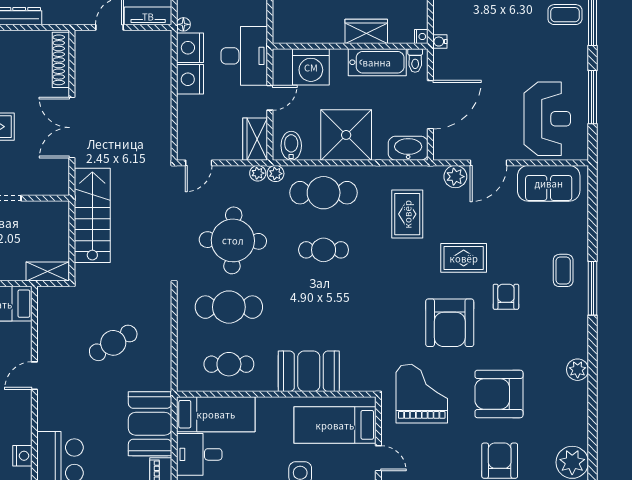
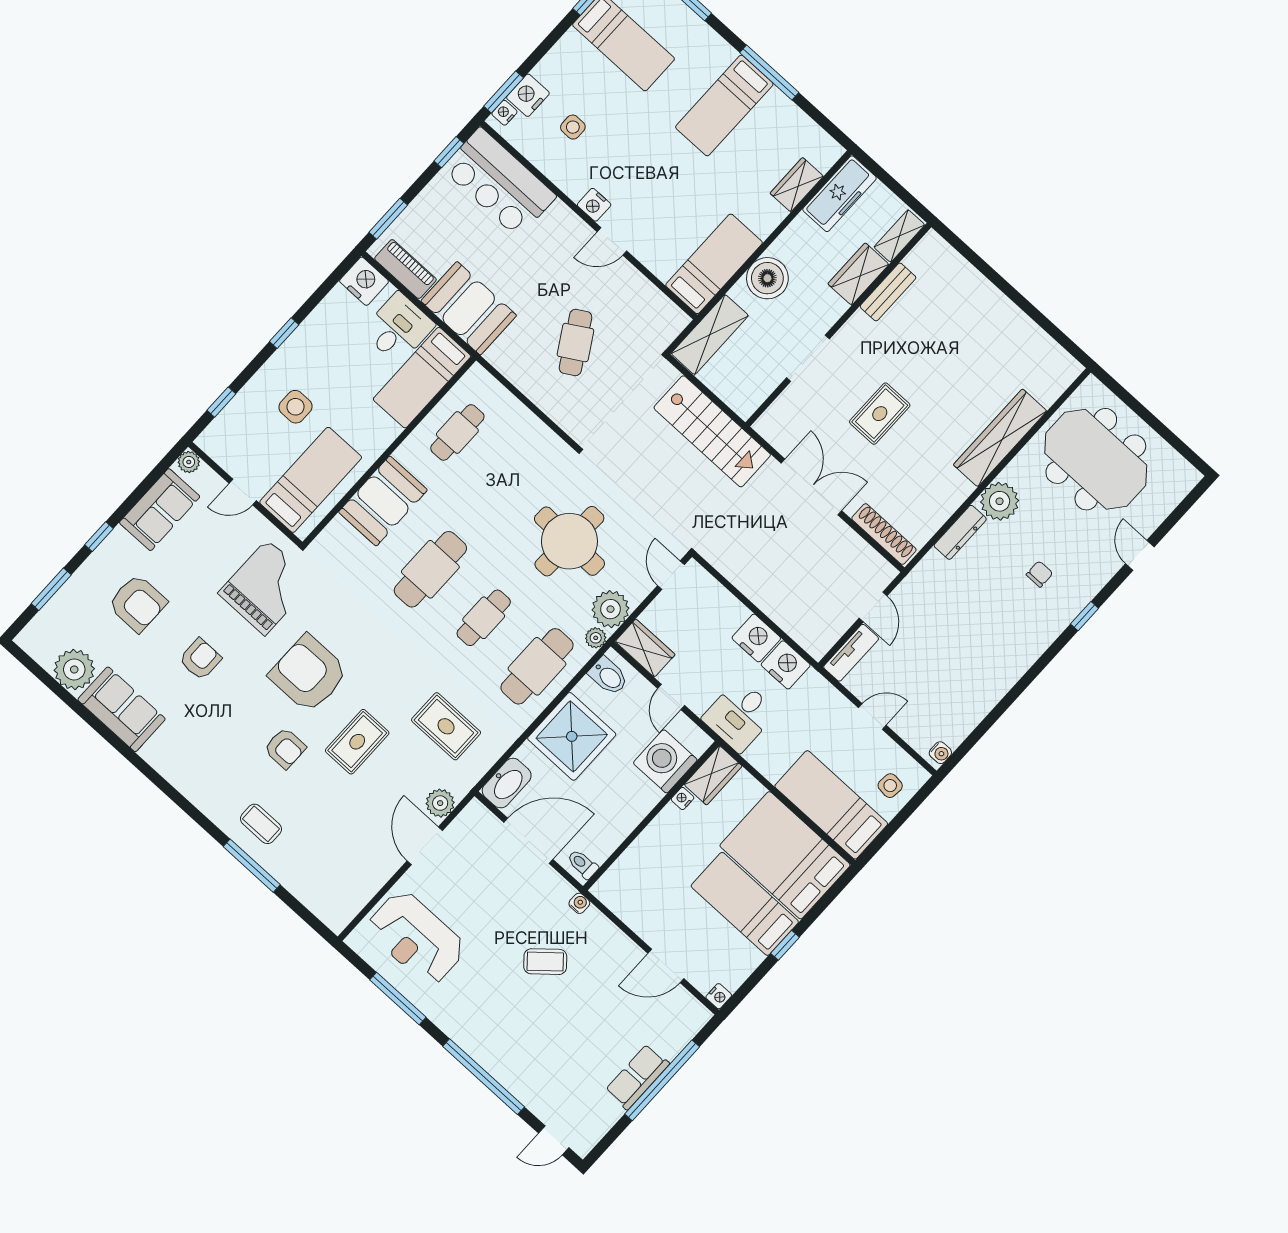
coffee table: (565, 15) -> (545, 962), moved, turned 49
floor lamp: (183, 24) -> (813, 679), removed
wardrobe: (366, 31) -> (713, 775), moved
nightstand: (421, 37) -> (683, 799), moved, turned 90
desk: (244, 56) -> (739, 715), width x0.73
bathtub: (377, 62) -> (613, 827), removed
door: (430, 105) -> (528, 841), swing flipped
plant: (258, 173) -> (610, 609), width x1.87, depth x1.87
sofa: (549, 183) -> (122, 709), moved, turned 90
shelving: (48, 272) -> (710, 335), width x1.50, depth x1.33
window: (593, 288) -> (252, 866), moved
cafe table: (229, 307) -> (430, 569), moved
plant: (578, 370) -> (156, 753), removed
door: (34, 376) -> (612, 241), swing flipped
grand piano: (422, 394) -> (266, 587), turned -90
armchair: (499, 394) -> (200, 659), width x0.53, depth x0.53
nightstand: (22, 456) -> (594, 205), moved

